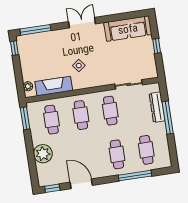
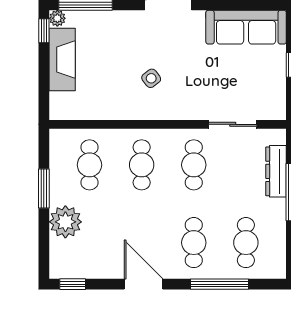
plant: (28, 86) -> (57, 18), moved
fireplace: (54, 86) -> (62, 60), moved, turned 90
window: (25, 118) -> (44, 188), moved
door: (81, 184) -> (144, 284), moved

